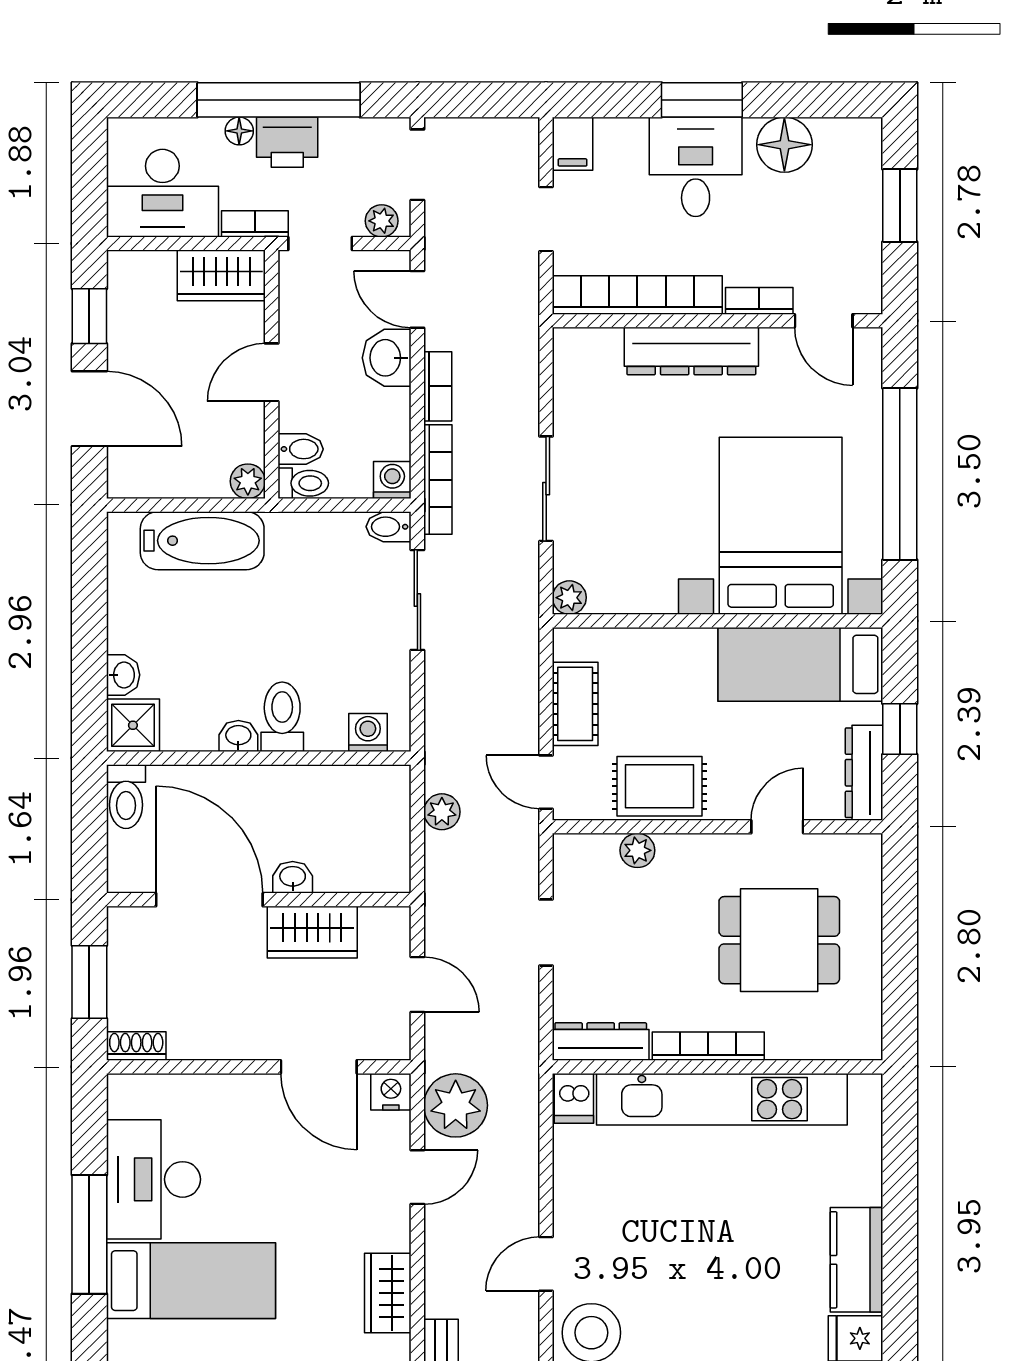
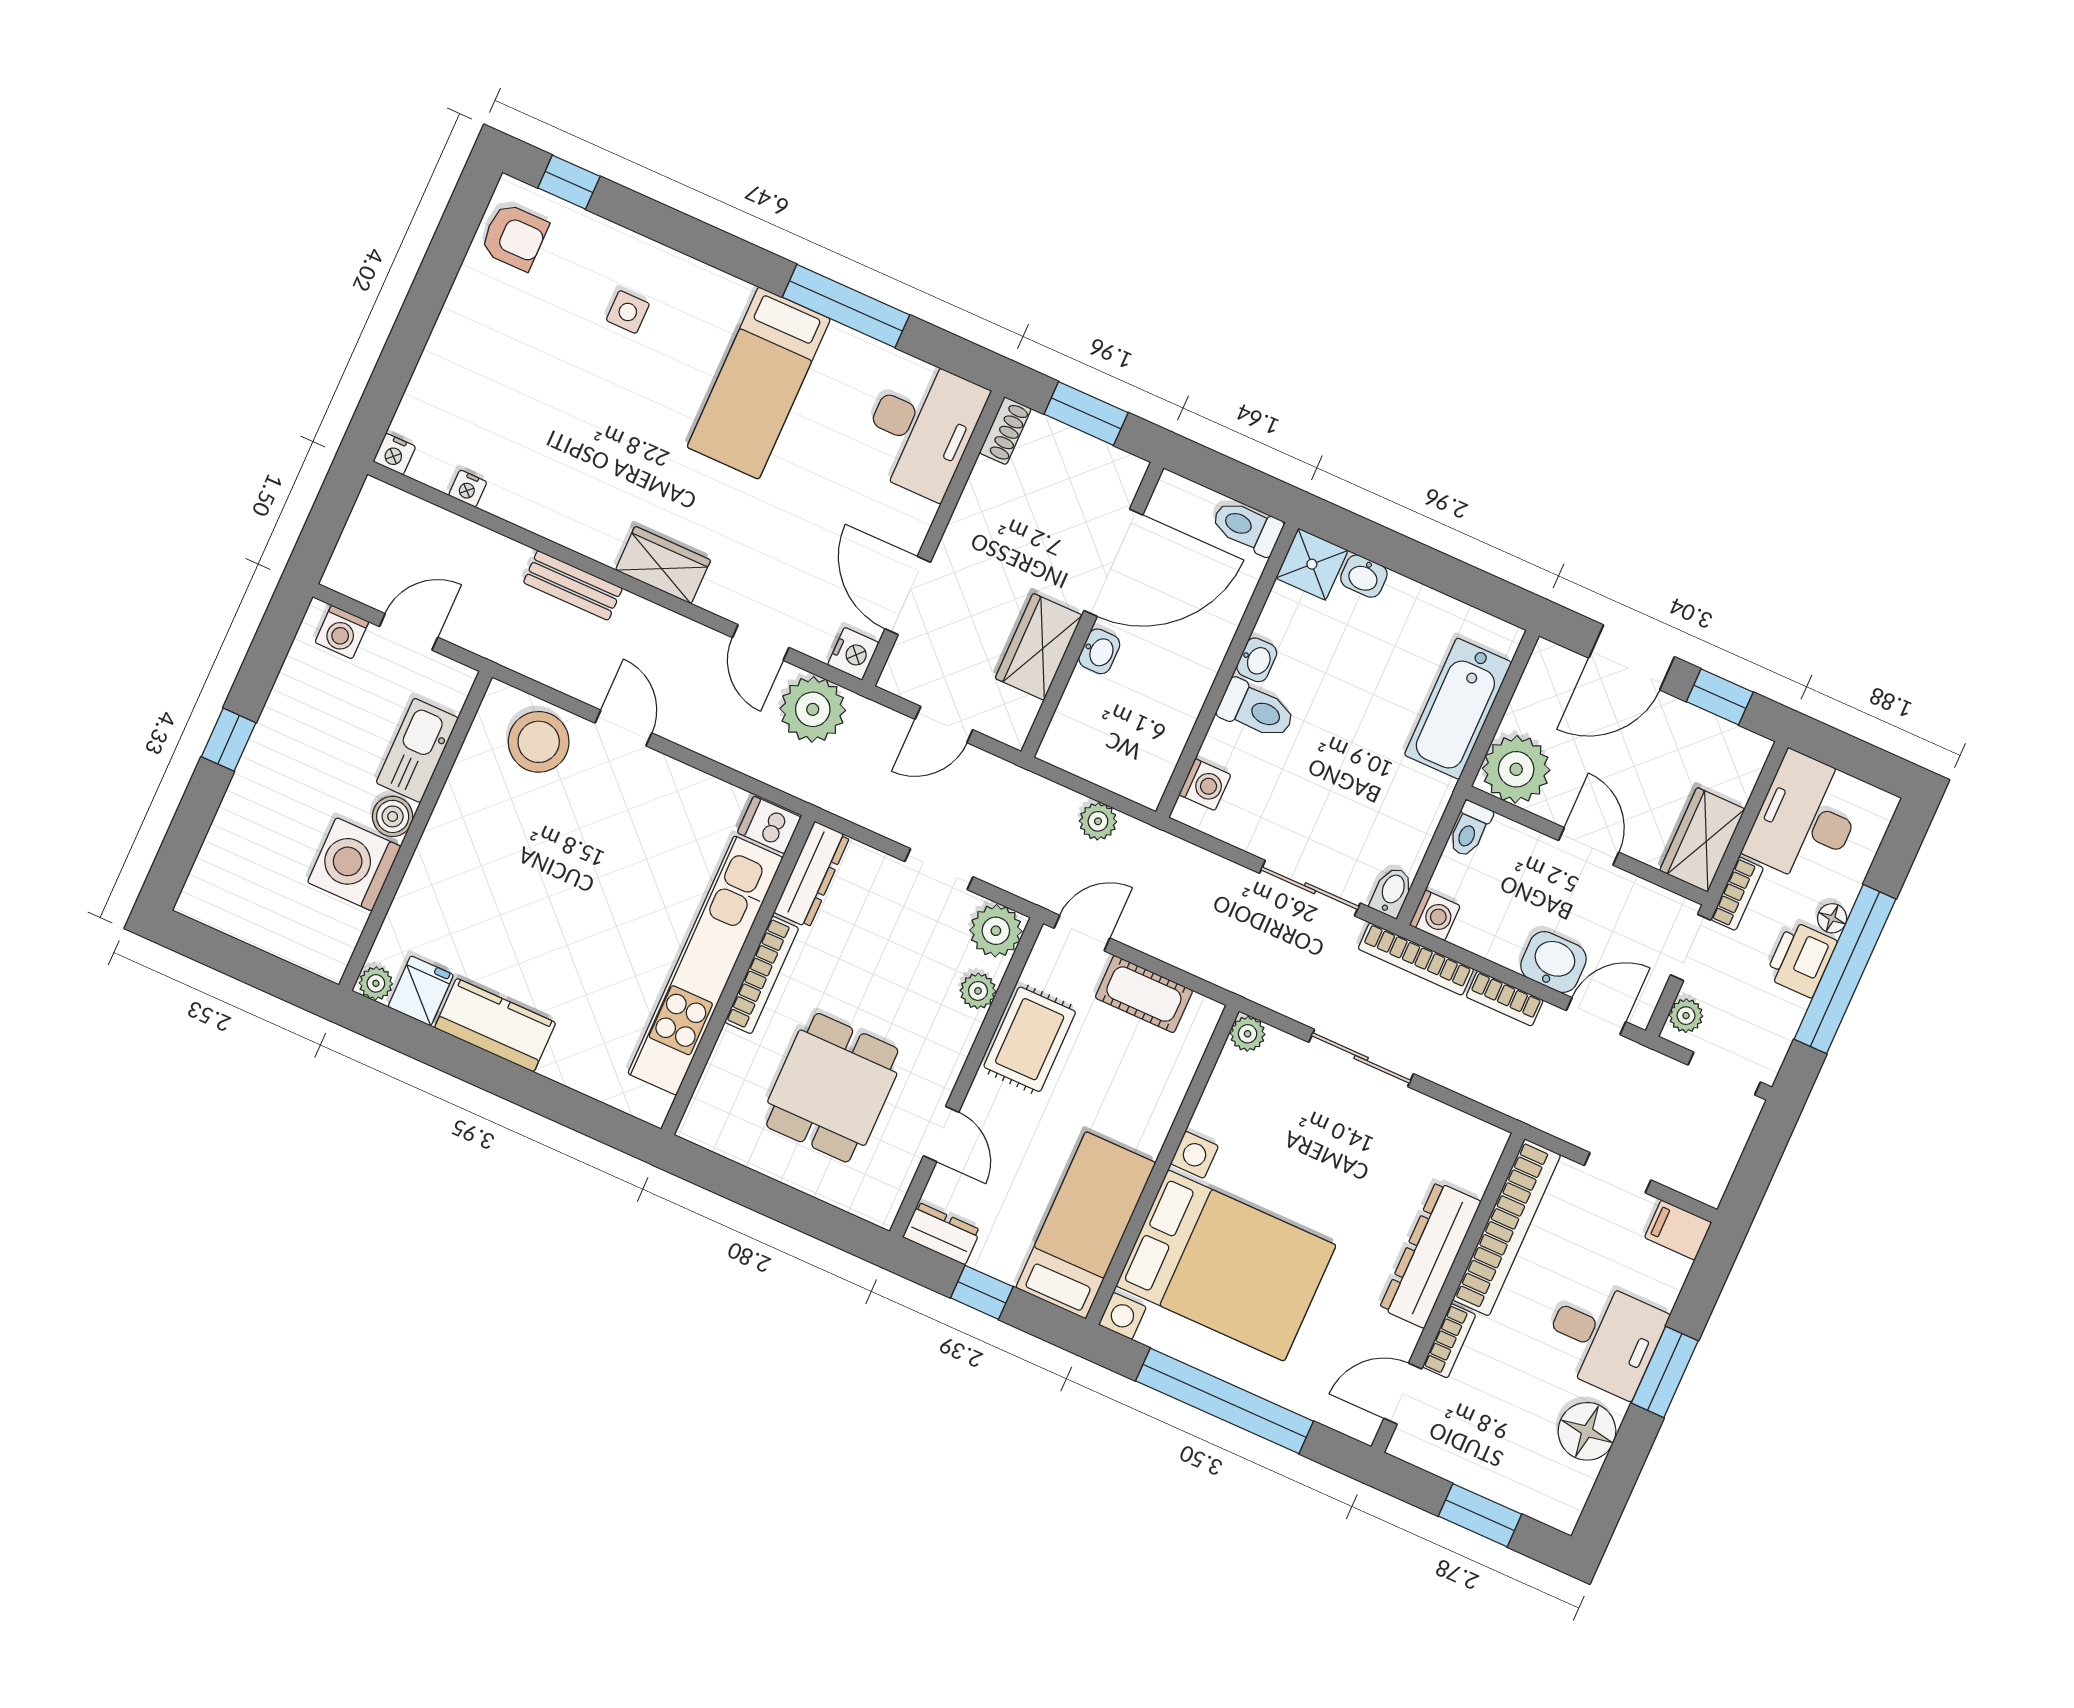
bidet: (301, 449) -> (1503, 841), removed
plant: (248, 481) -> (1516, 769), width x1.88, depth x1.88
dresser: (864, 773) -> (942, 1234), width x0.70
plant: (578, 858) -> (996, 931), added
door: (319, 1067) -> (908, 596), hinge flipped
desk: (153, 1179) -> (922, 428), moved, turned 90

